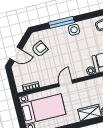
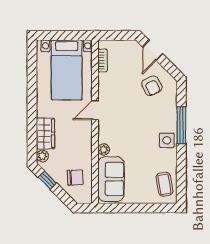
door: (66, 83) -> (95, 110), swing flipped

